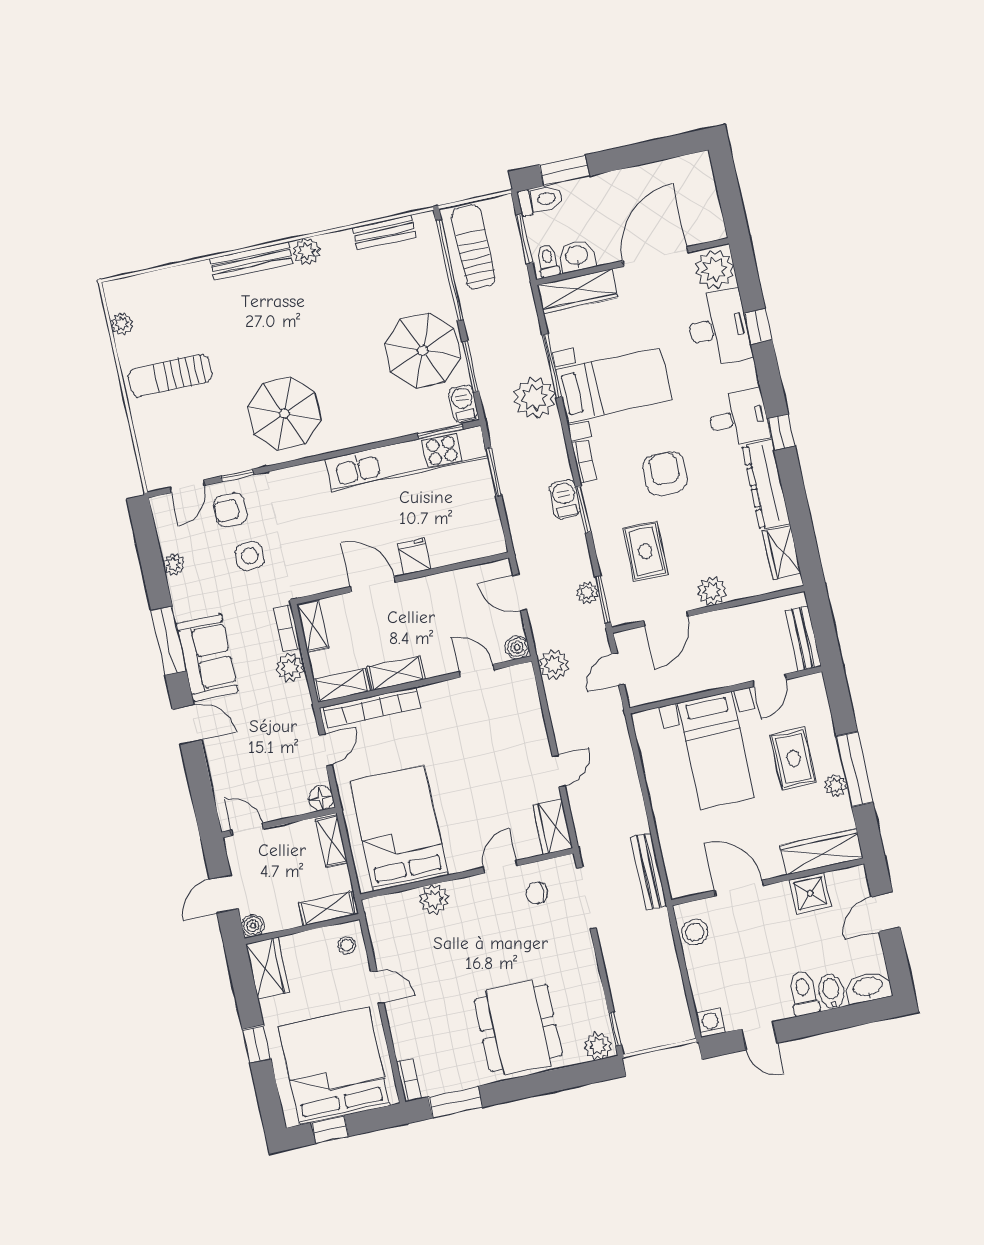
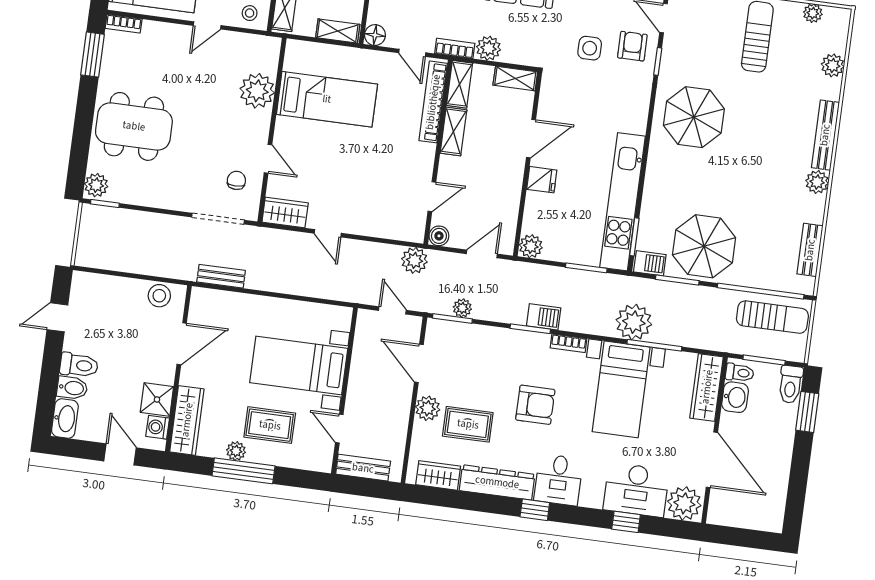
plant: (172, 281) -> (833, 65), added
plant: (492, 542) -> (531, 246), added
rug: (645, 551) -> (468, 424), moved
bookcase: (287, 628) -> (455, 48), moved
bed: (399, 828) -> (327, 99), width x0.67
bench: (649, 872) -> (221, 276), width x0.73
plant: (434, 899) -> (257, 91), width x1.36, depth x1.36
washing machine: (711, 1023) -> (158, 427), moved, turned 180

